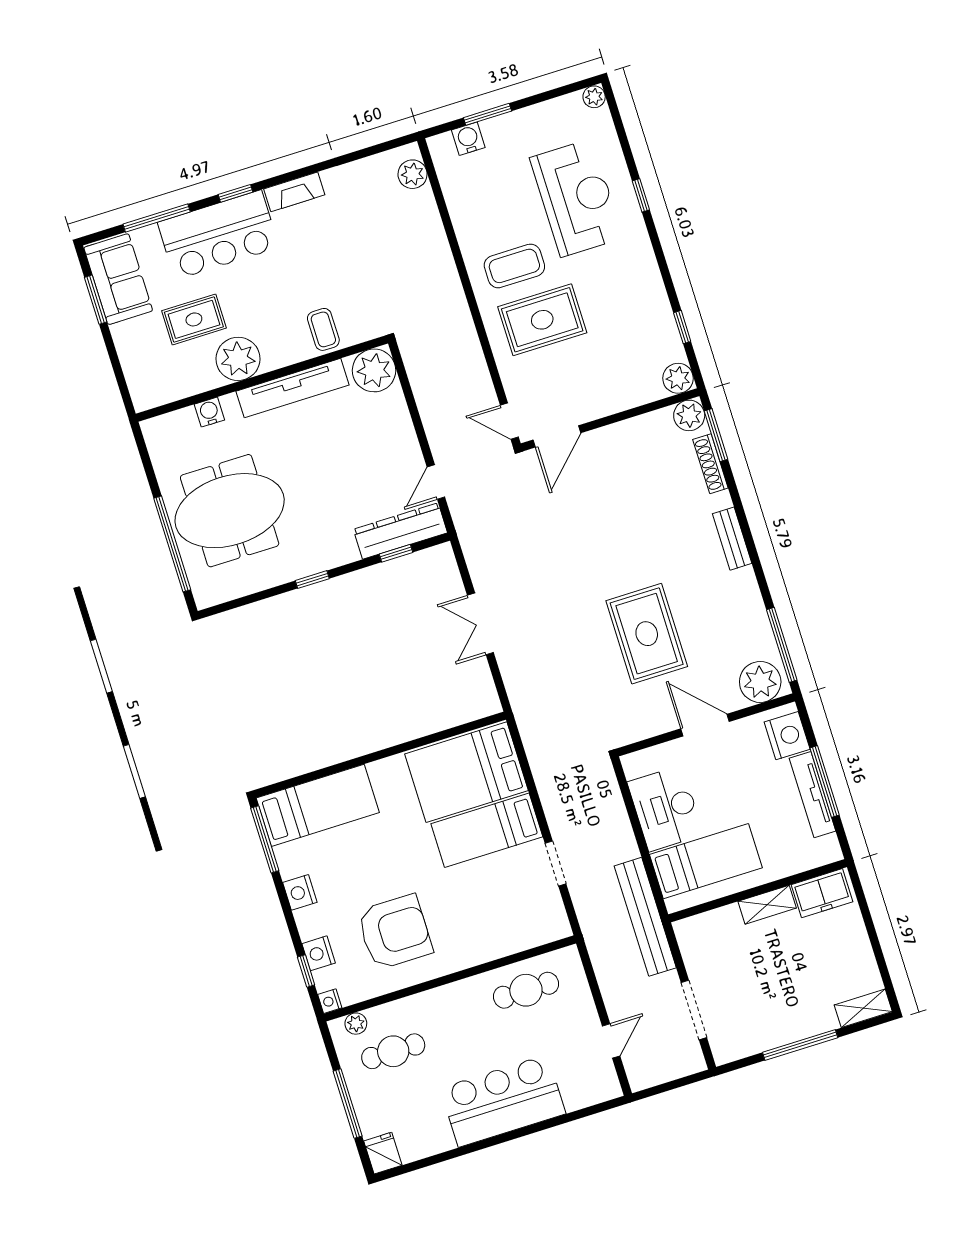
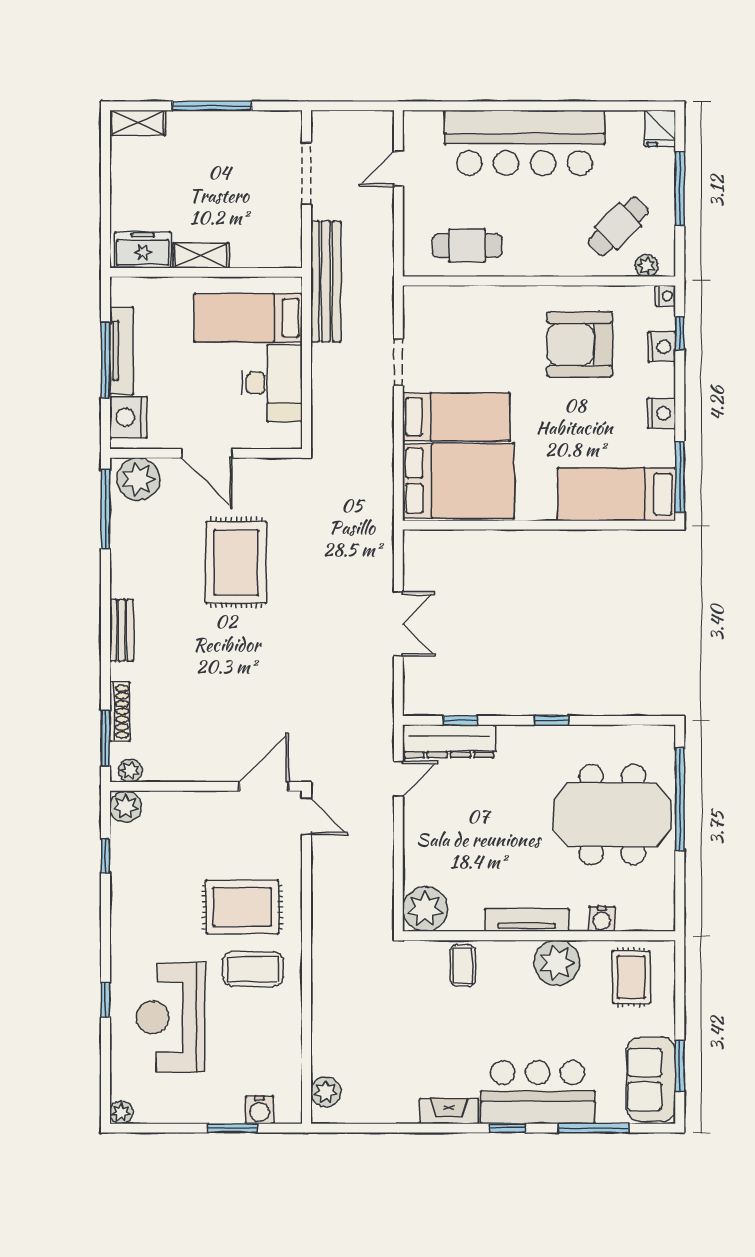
rug: (194, 319) -> (631, 977), moved, turned 90
tv unit: (293, 388) -> (527, 920), width x0.73, depth x0.78
plant: (689, 415) -> (130, 770), width x0.73, depth x0.73
cafe table: (393, 1051) -> (618, 226), turned -44
bar counter: (503, 1101) -> (525, 143), width x1.36

